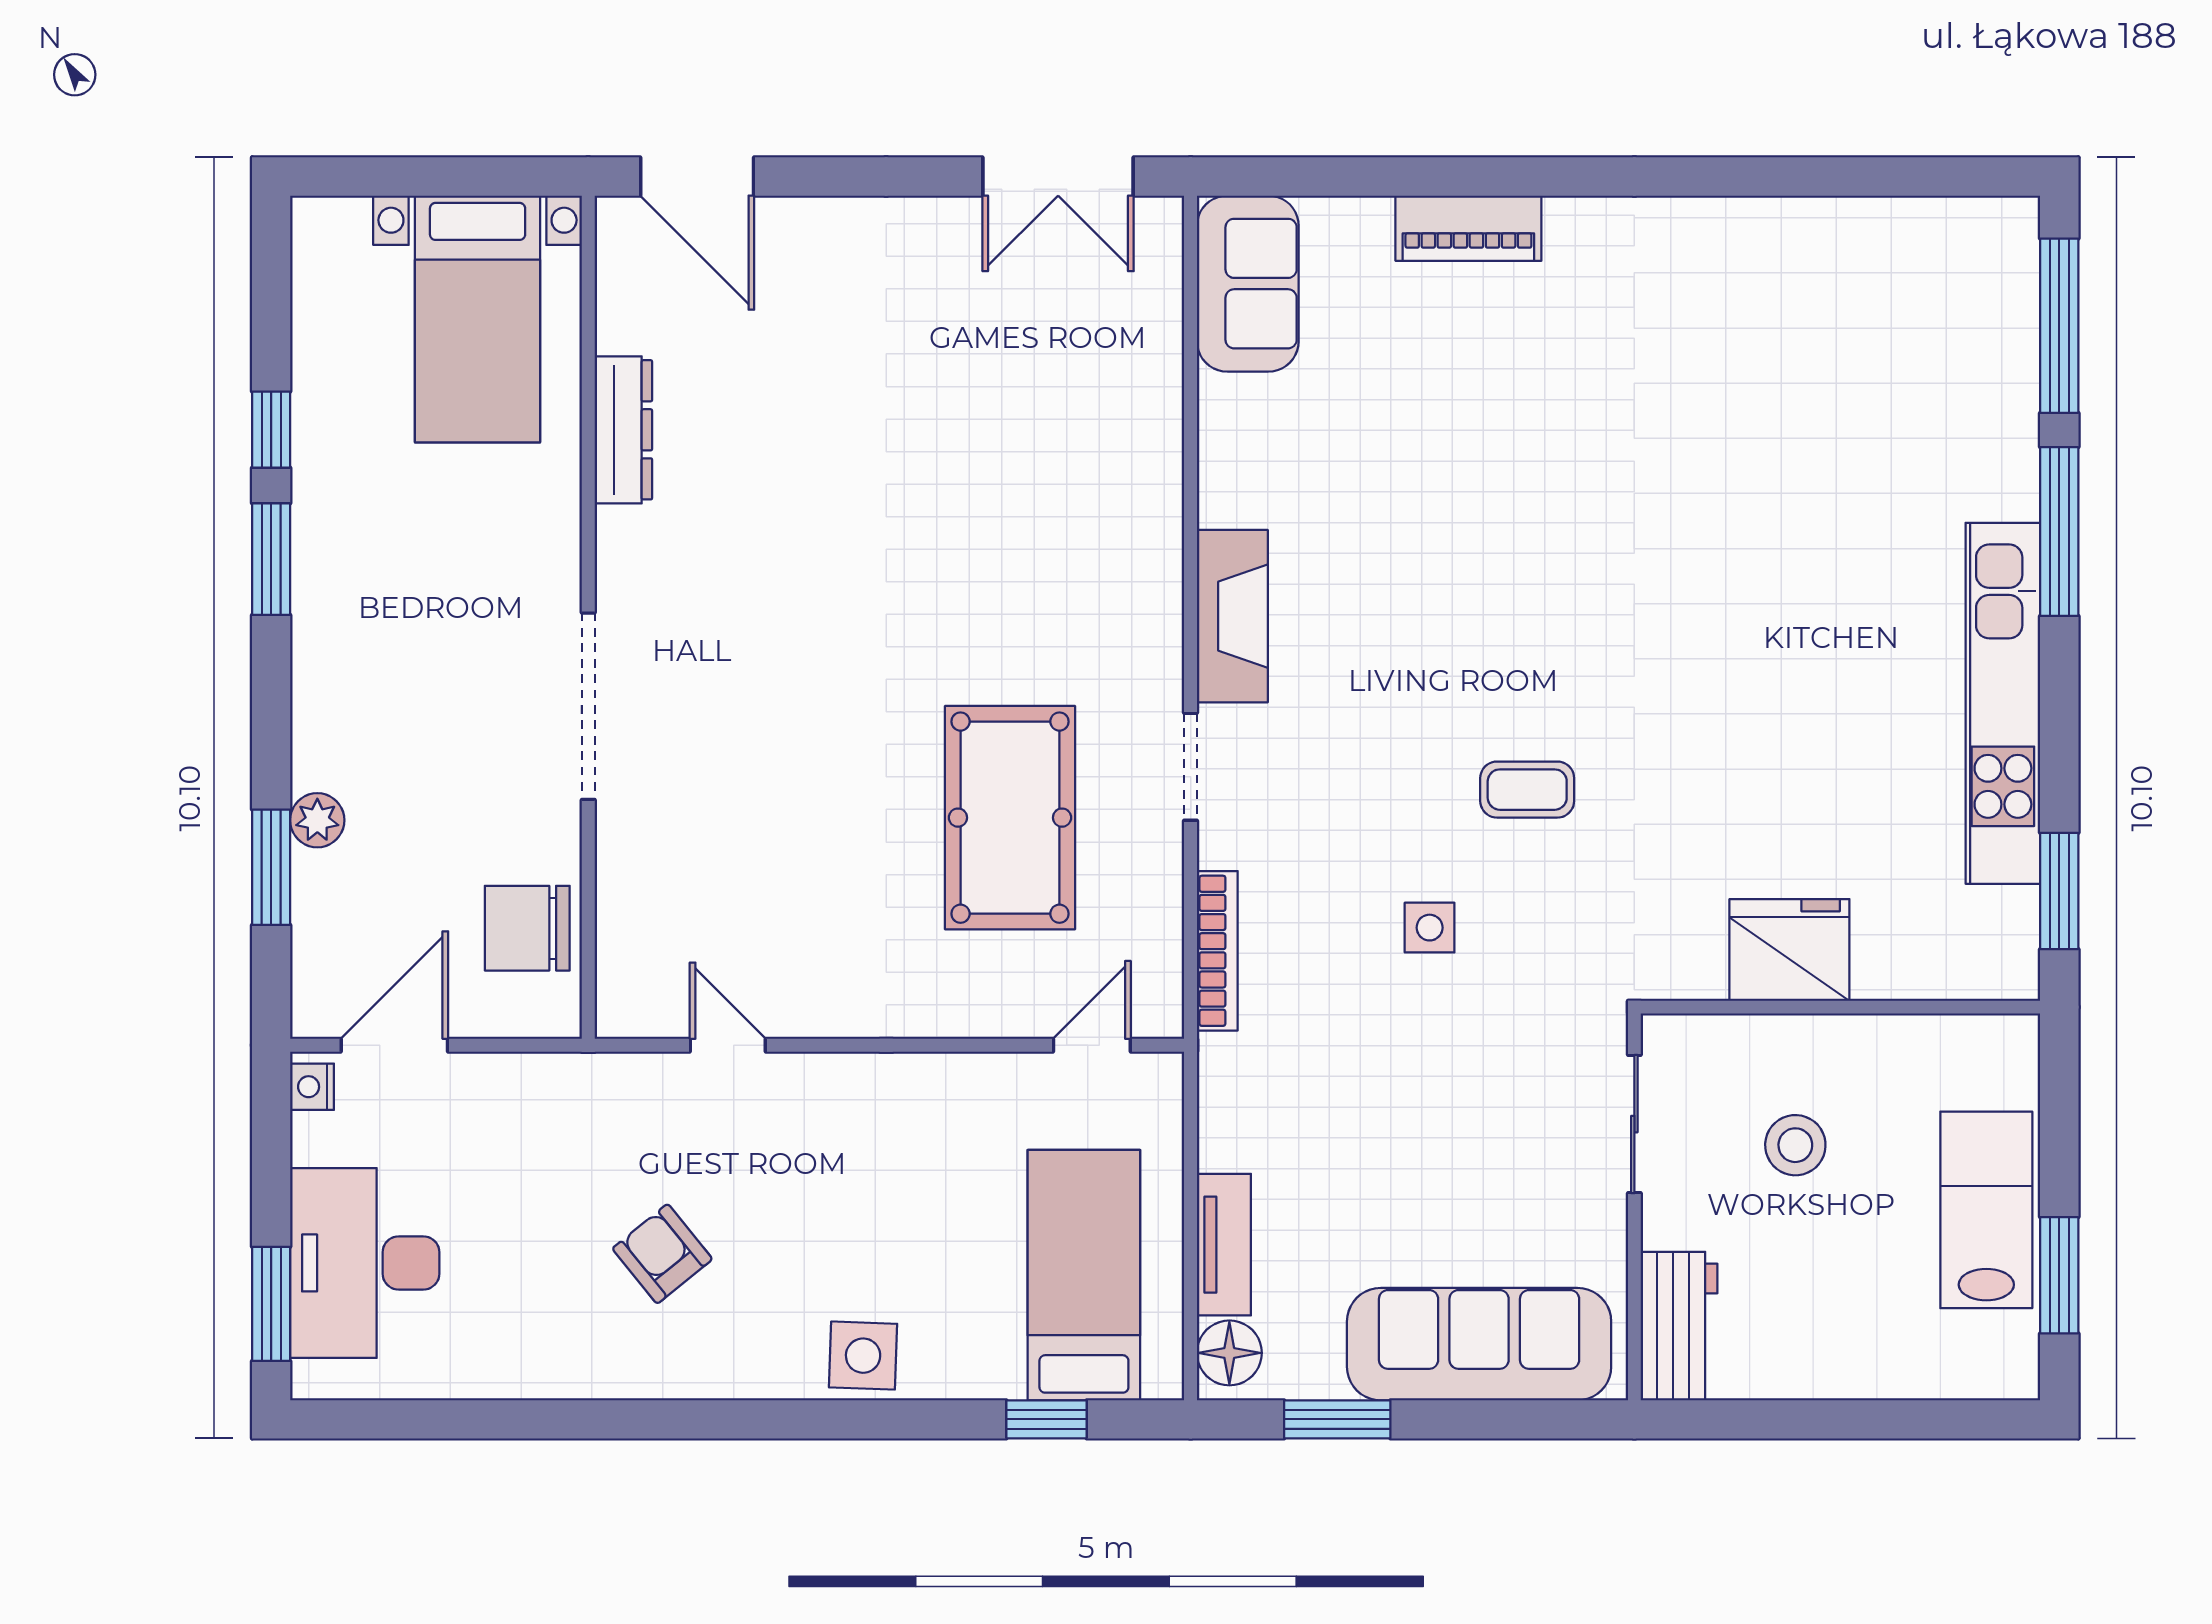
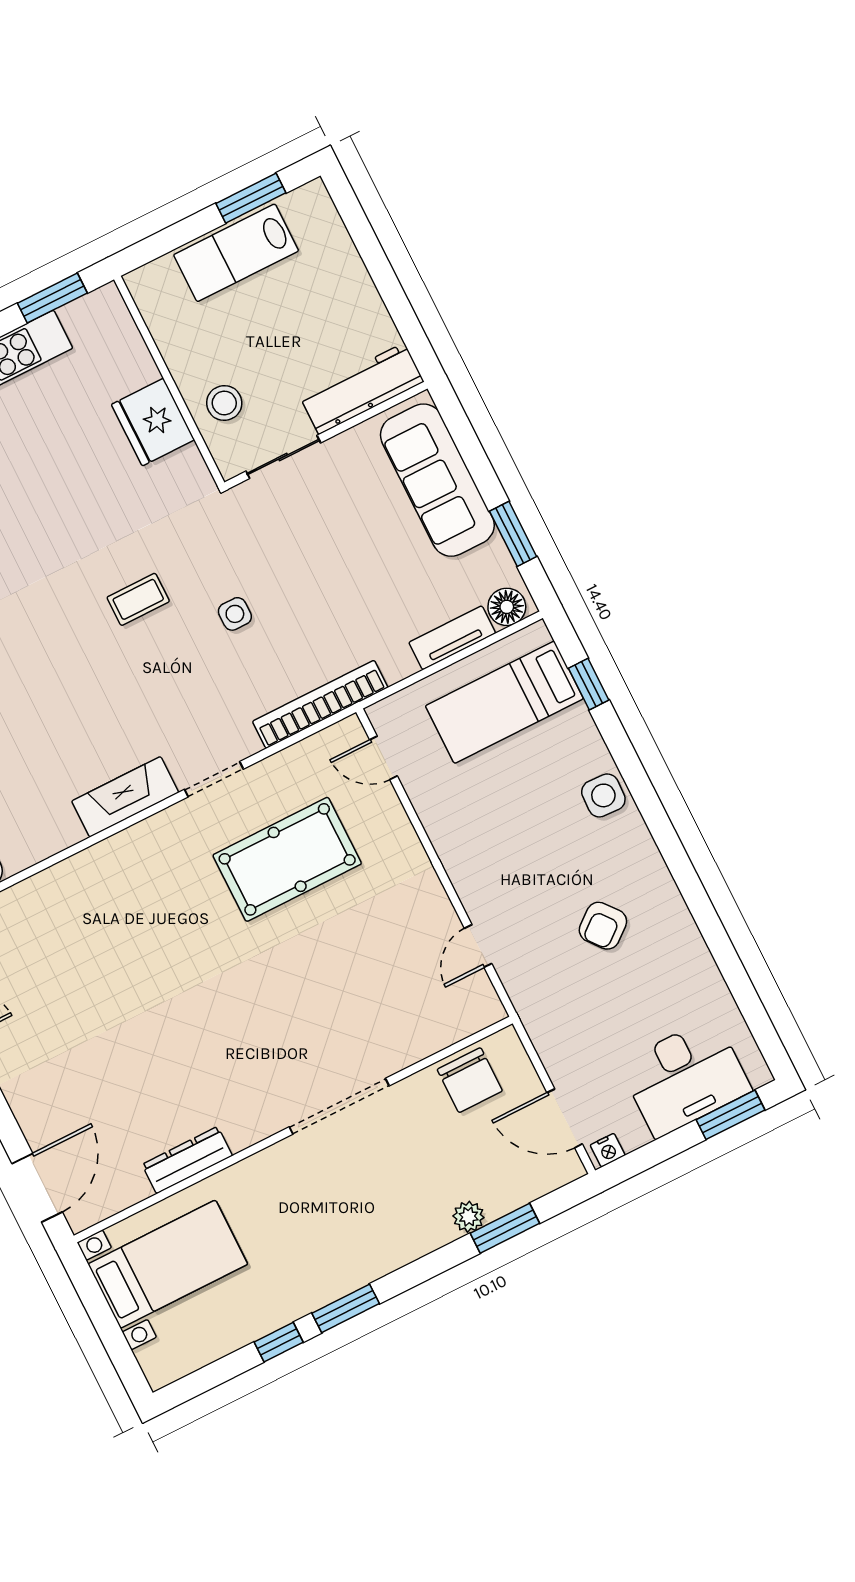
coffee table: (1527, 790) -> (138, 599), turned 90
bookcase: (1217, 951) -> (320, 704), width x1.48, depth x1.31
stool: (1795, 1145) -> (224, 403), moved
workbench: (1679, 1326) -> (362, 389), width x1.37

